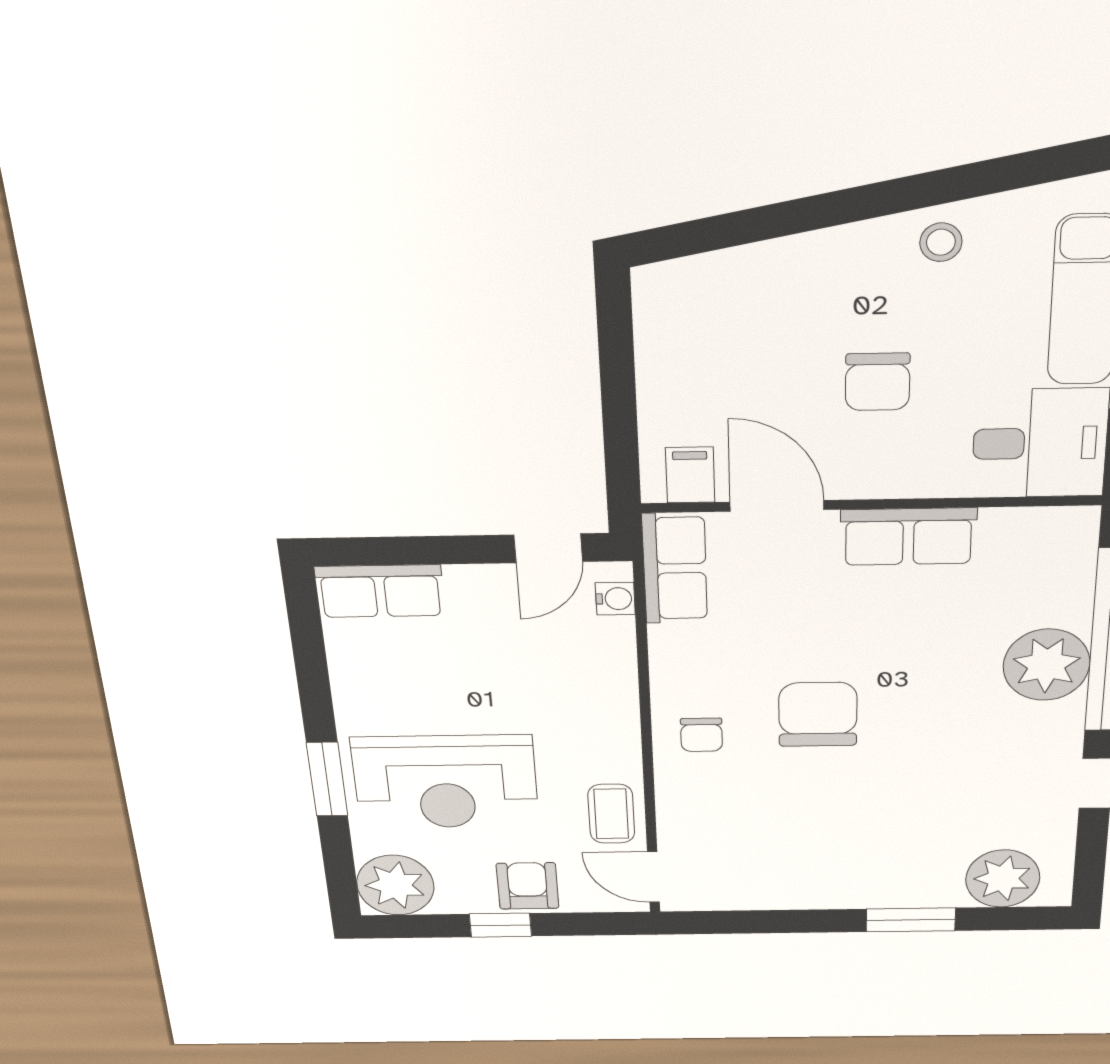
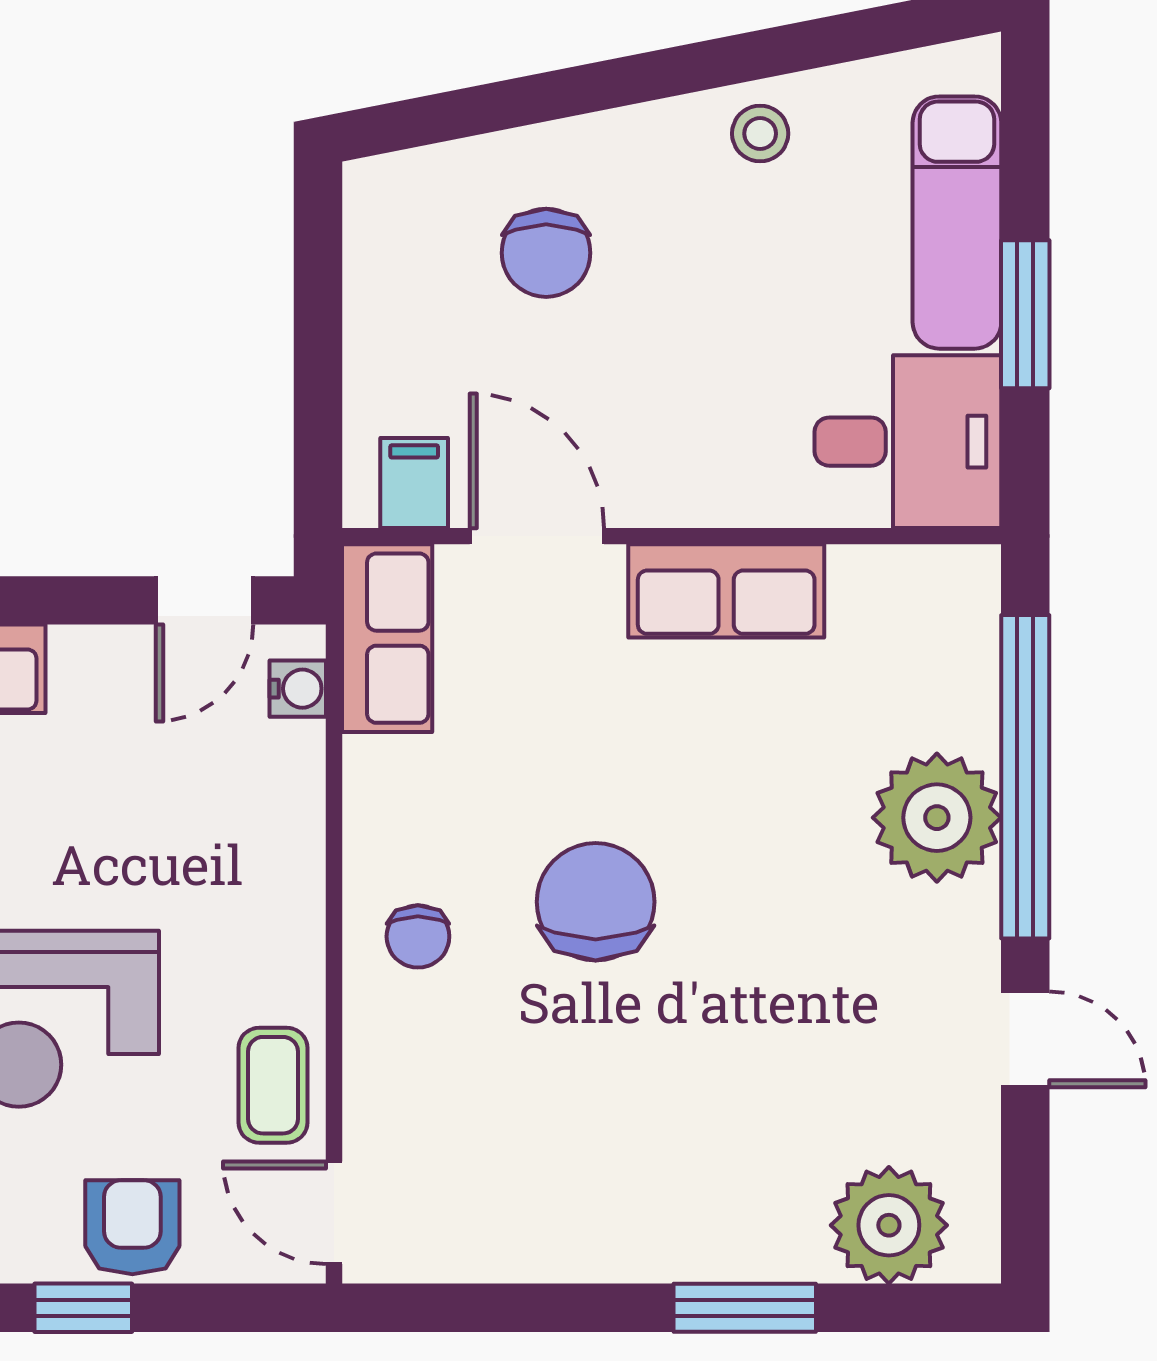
chair: (878, 382) -> (546, 253), moved

